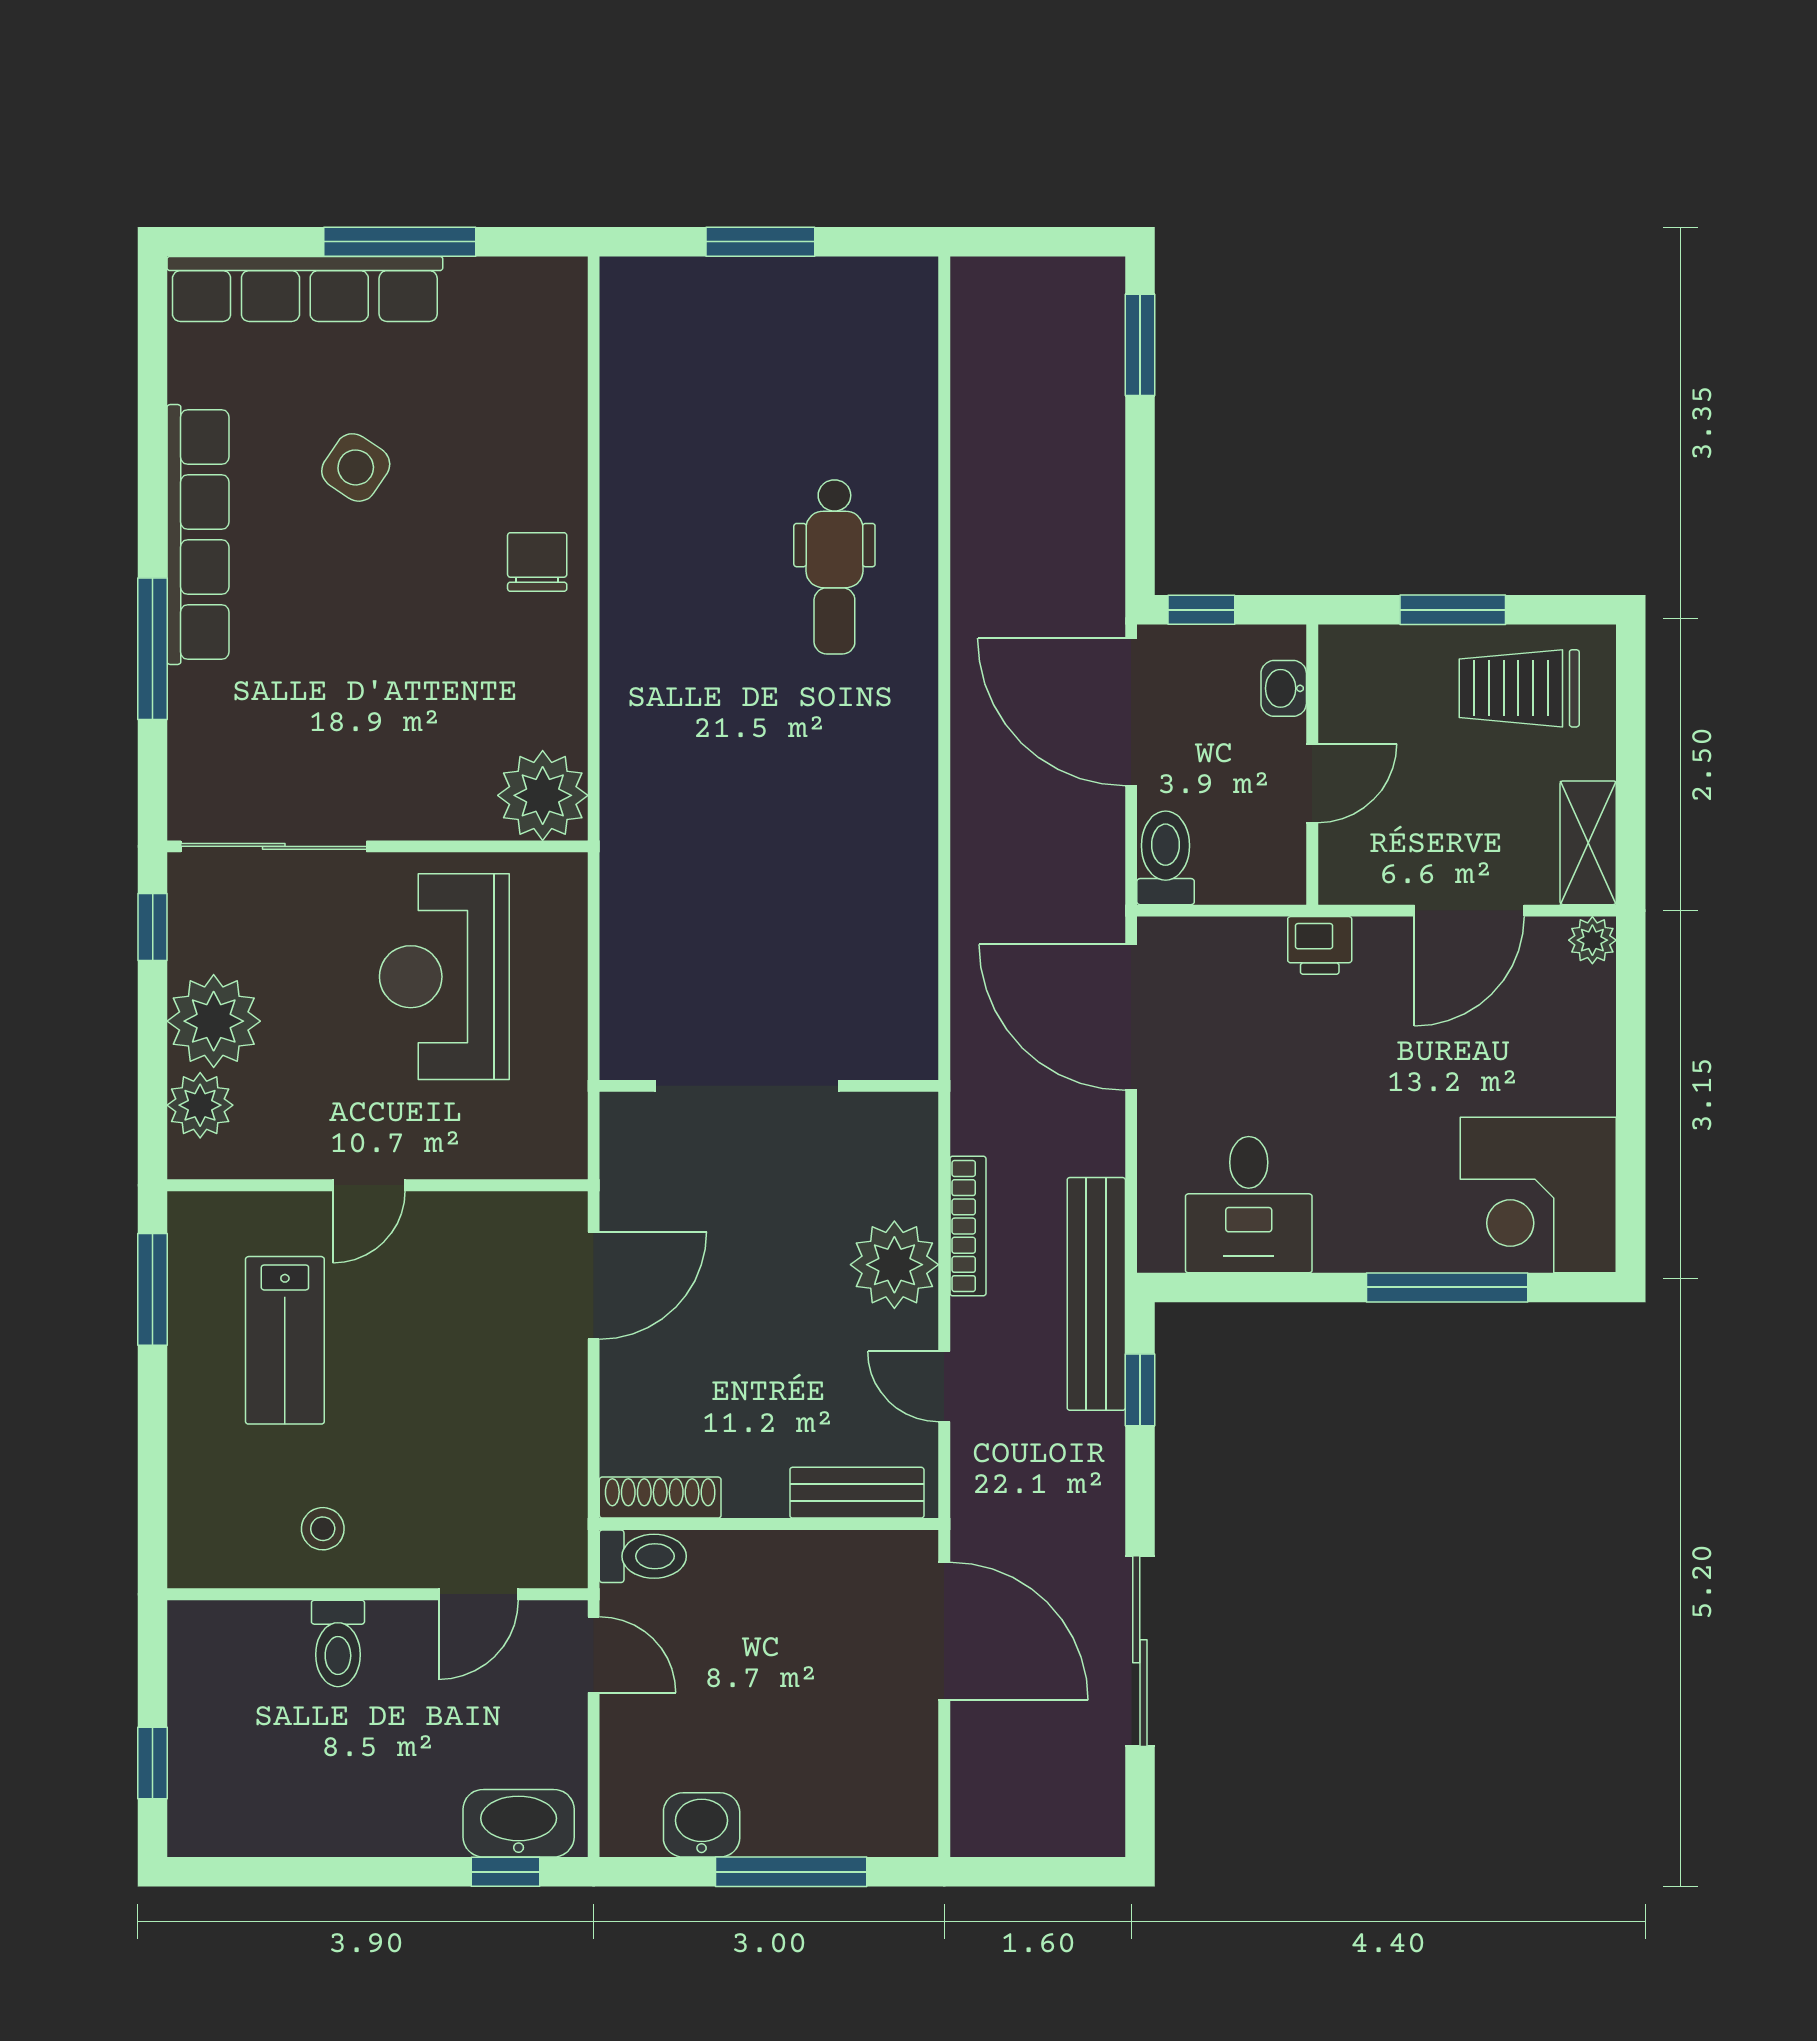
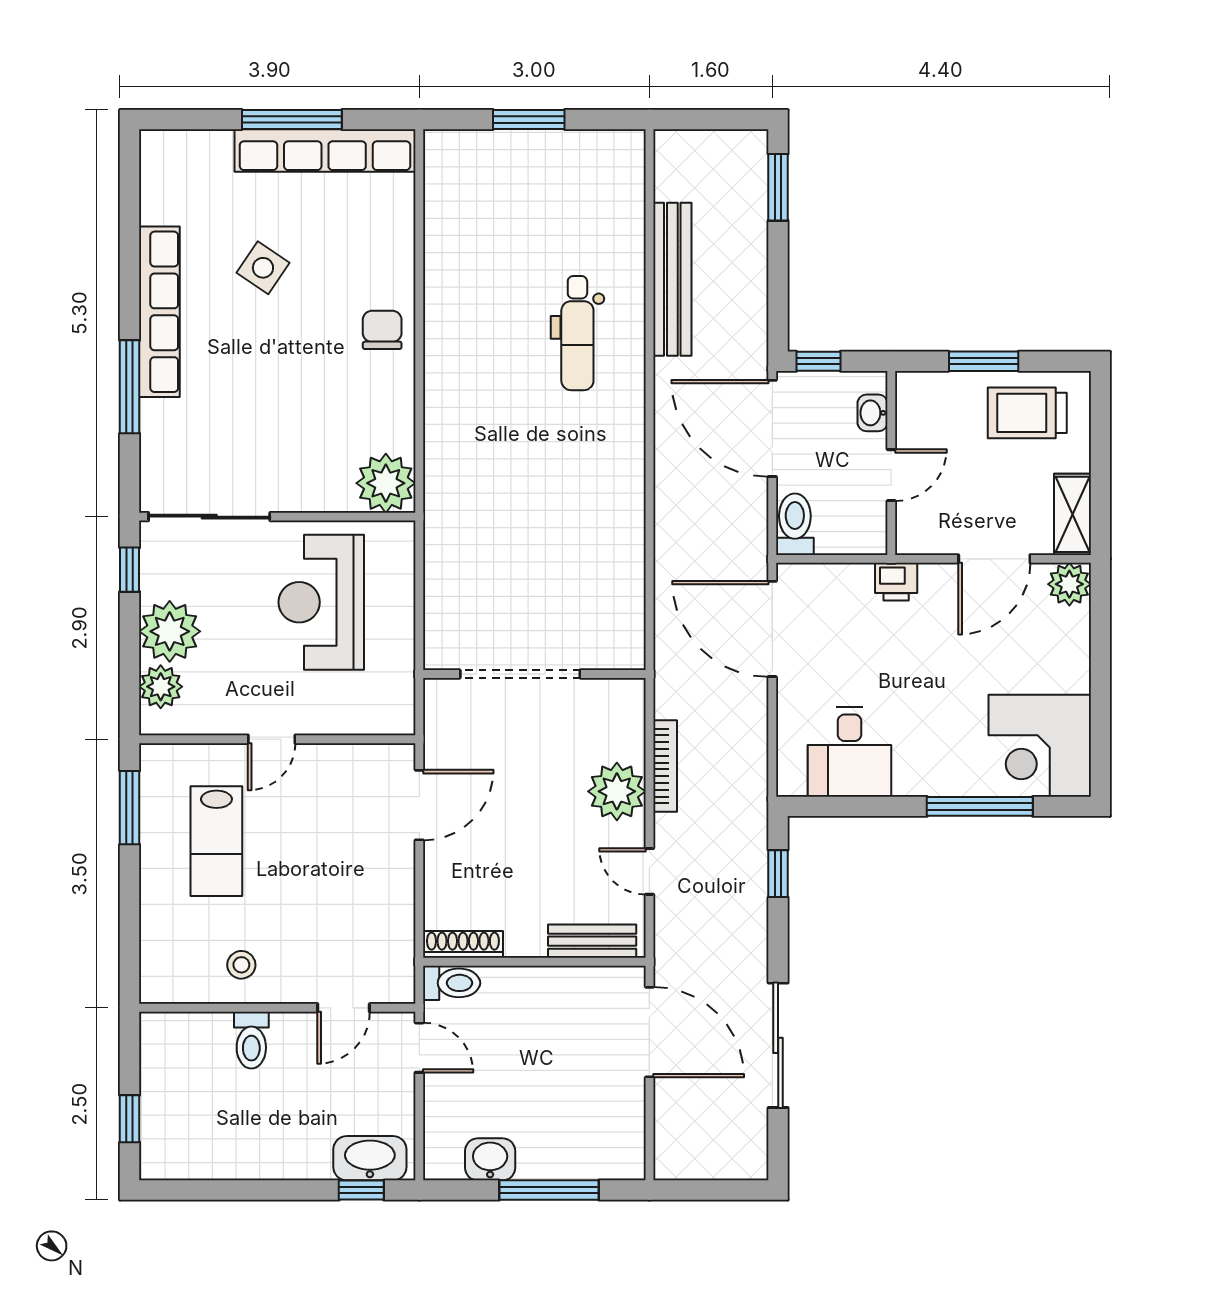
row of seats: (305, 289) -> (325, 151), moved
plant: (1592, 940) -> (1069, 584), width x1.38, depth x1.38
bench: (1096, 1294) -> (672, 279), moved

